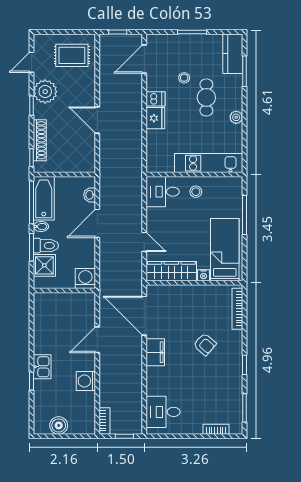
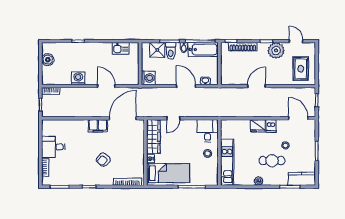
kitchen sink: (42, 367) -> (121, 48), moved
desk: (163, 412) -> (53, 147), moved, turned -90

